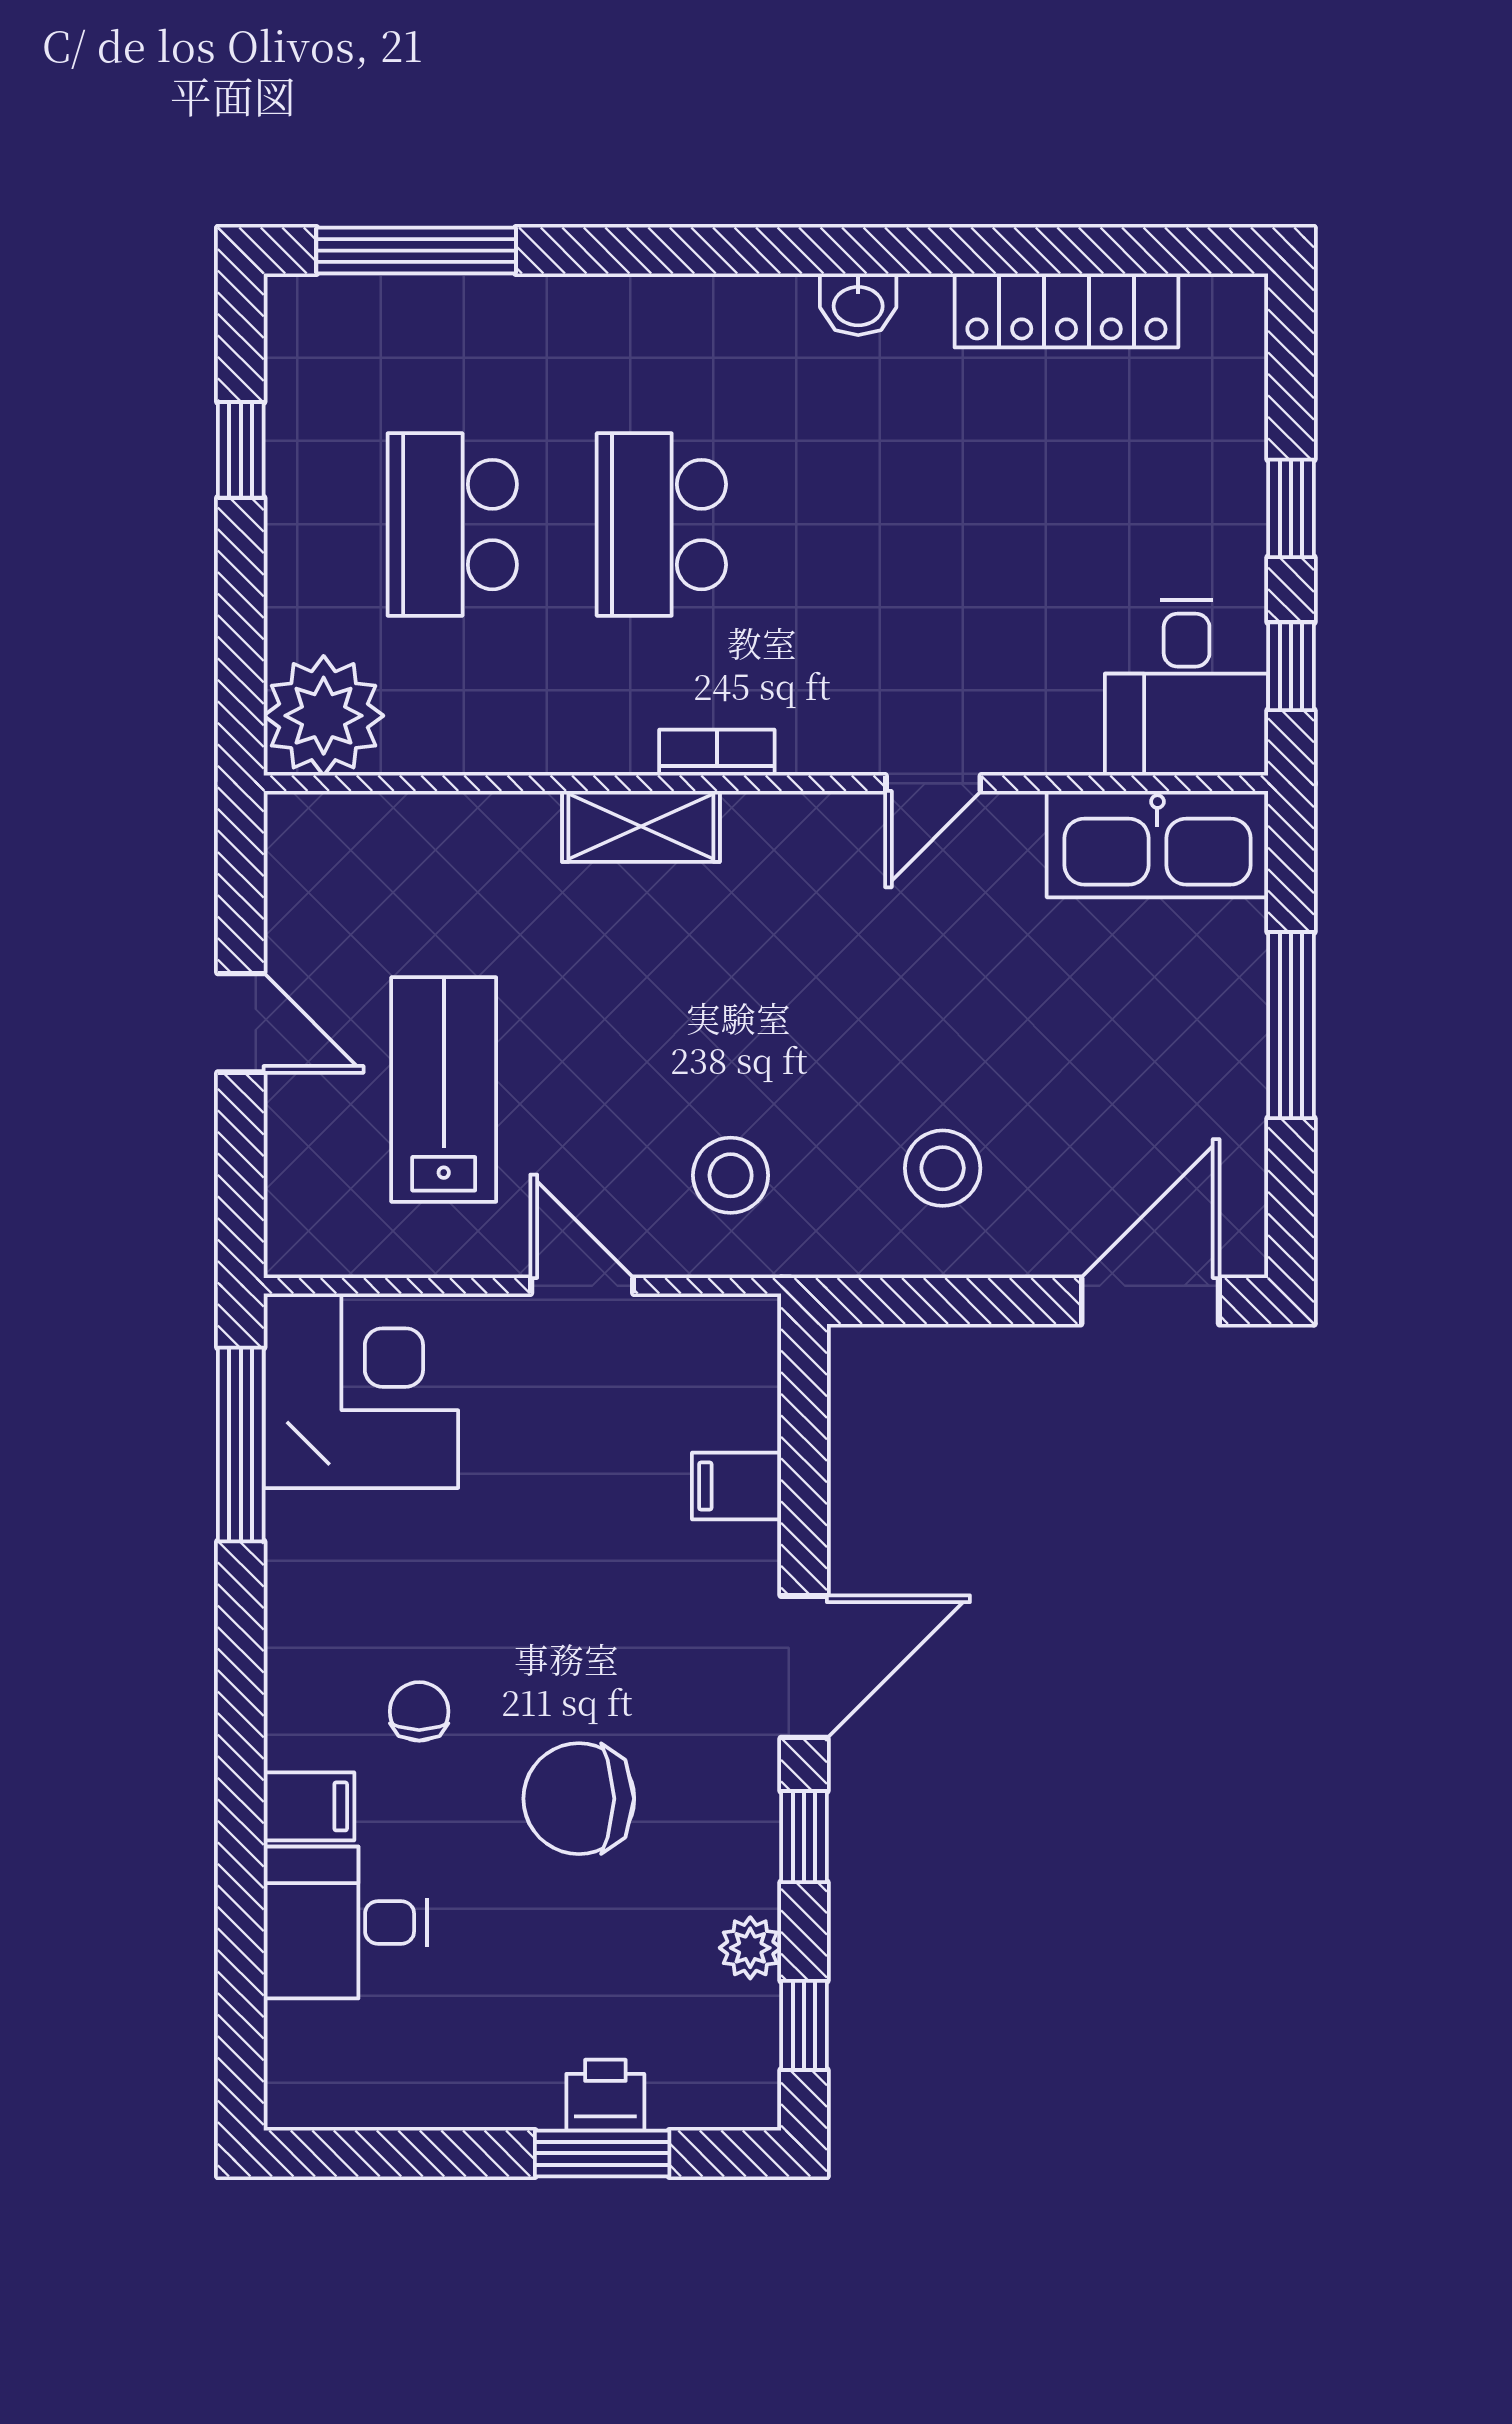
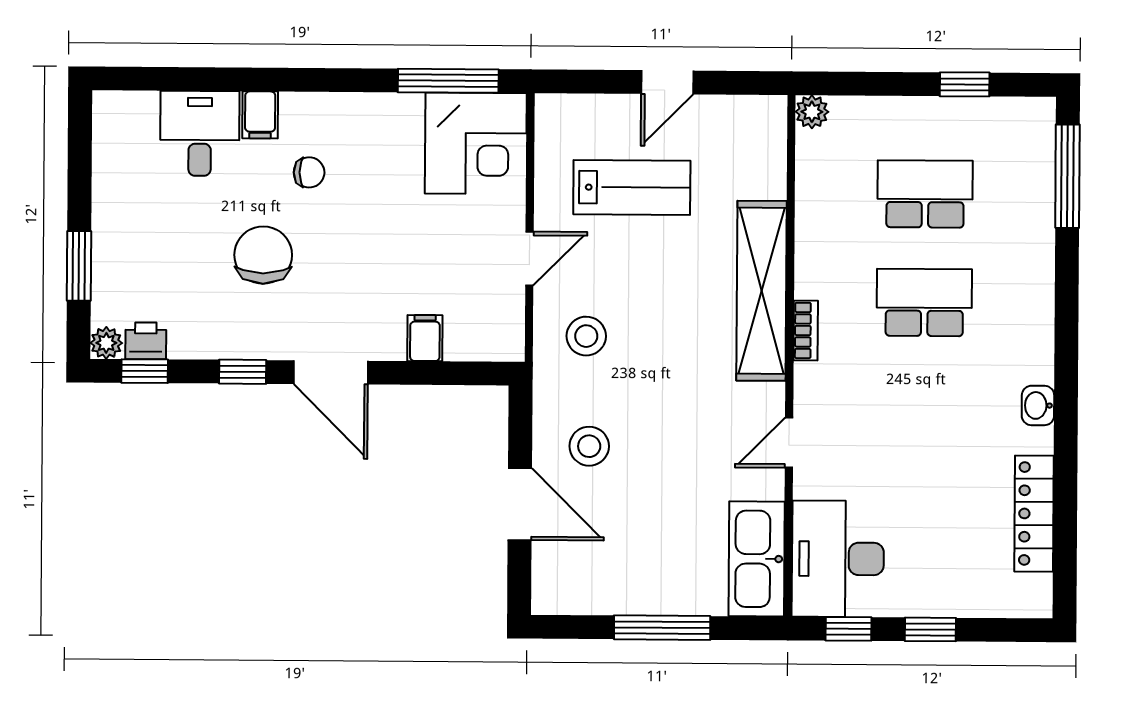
desk: (1187, 688) -> (838, 559), width x1.37
plant: (324, 716) -> (812, 112), width x0.53, depth x0.53
door: (933, 783) -> (789, 443), hinge flipped
shelving: (641, 826) -> (762, 291), width x2.20, depth x1.33
door: (1150, 1301) -> (520, 504), moved
plant: (750, 1948) -> (106, 343), moved
printer: (605, 2095) -> (146, 341), moved, turned -90

